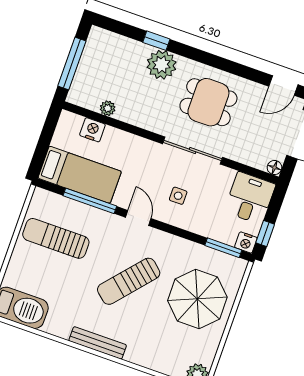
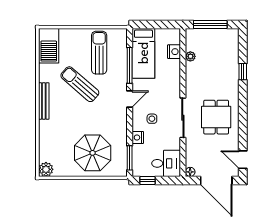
plant: (161, 65) -> (229, 80), removed
nightstand: (246, 243) -> (138, 137), moved
sun lounger: (129, 281) -> (80, 84), moved

